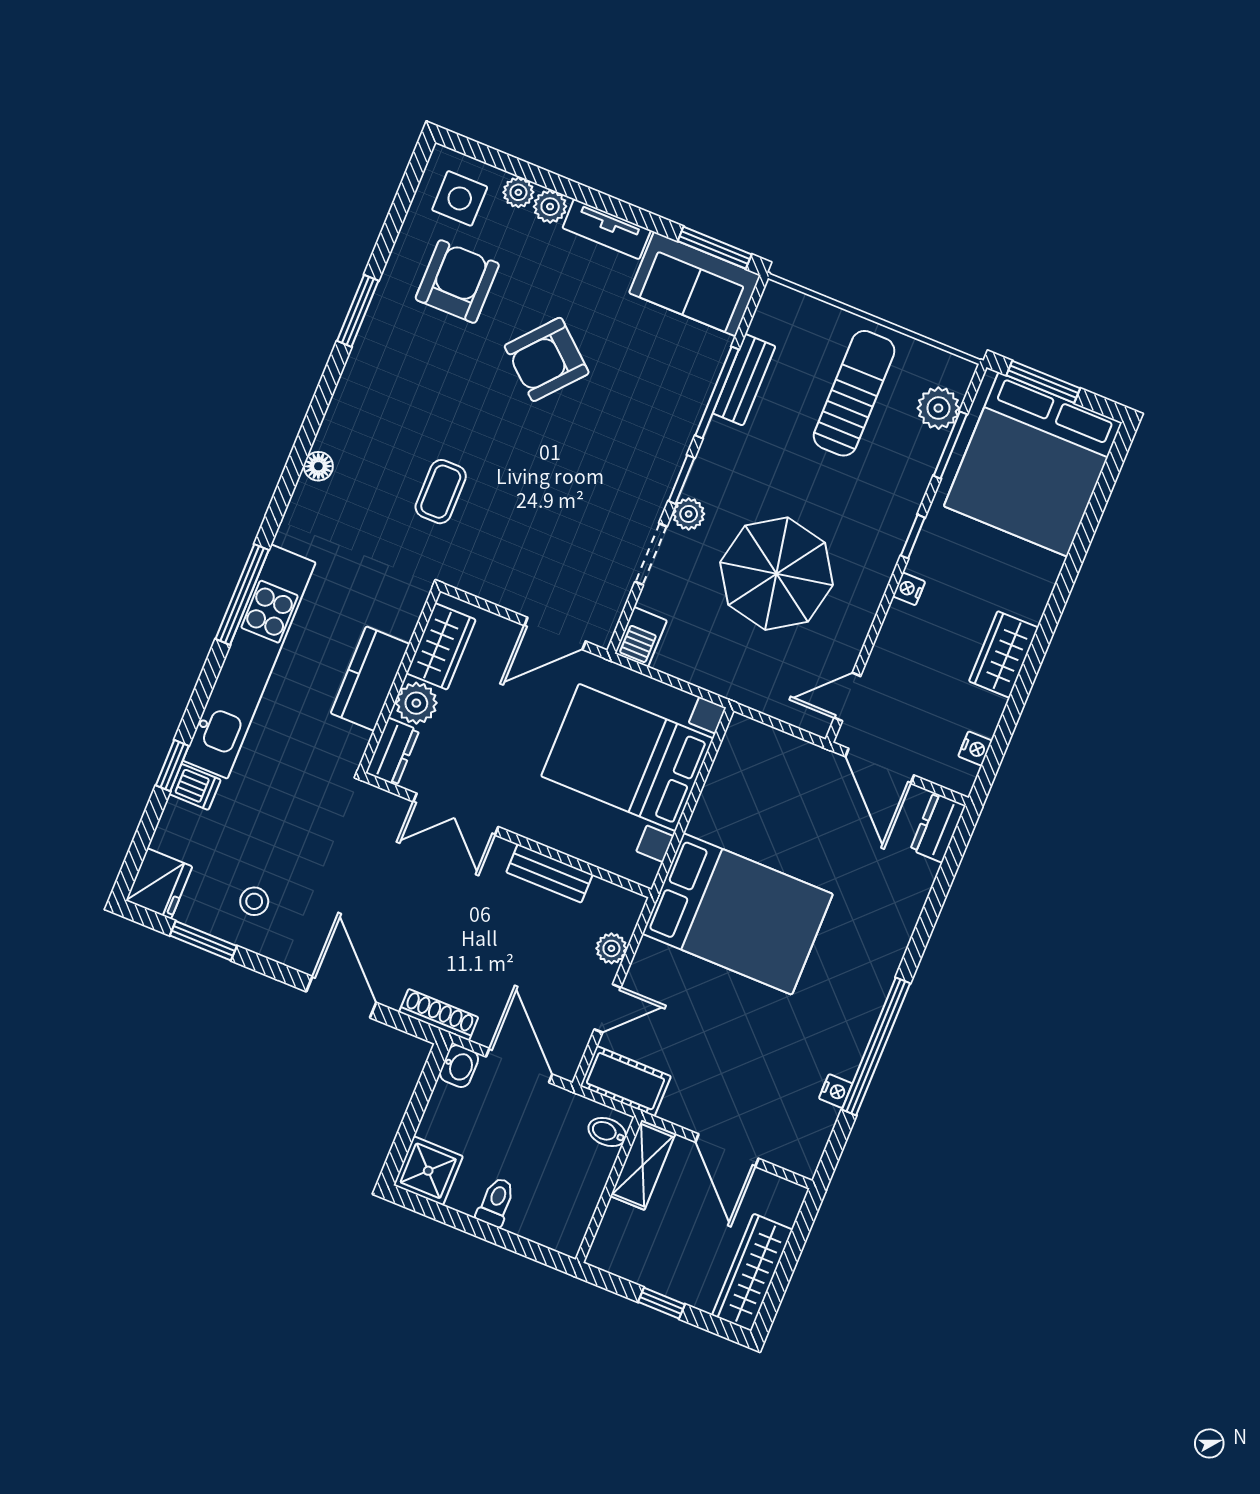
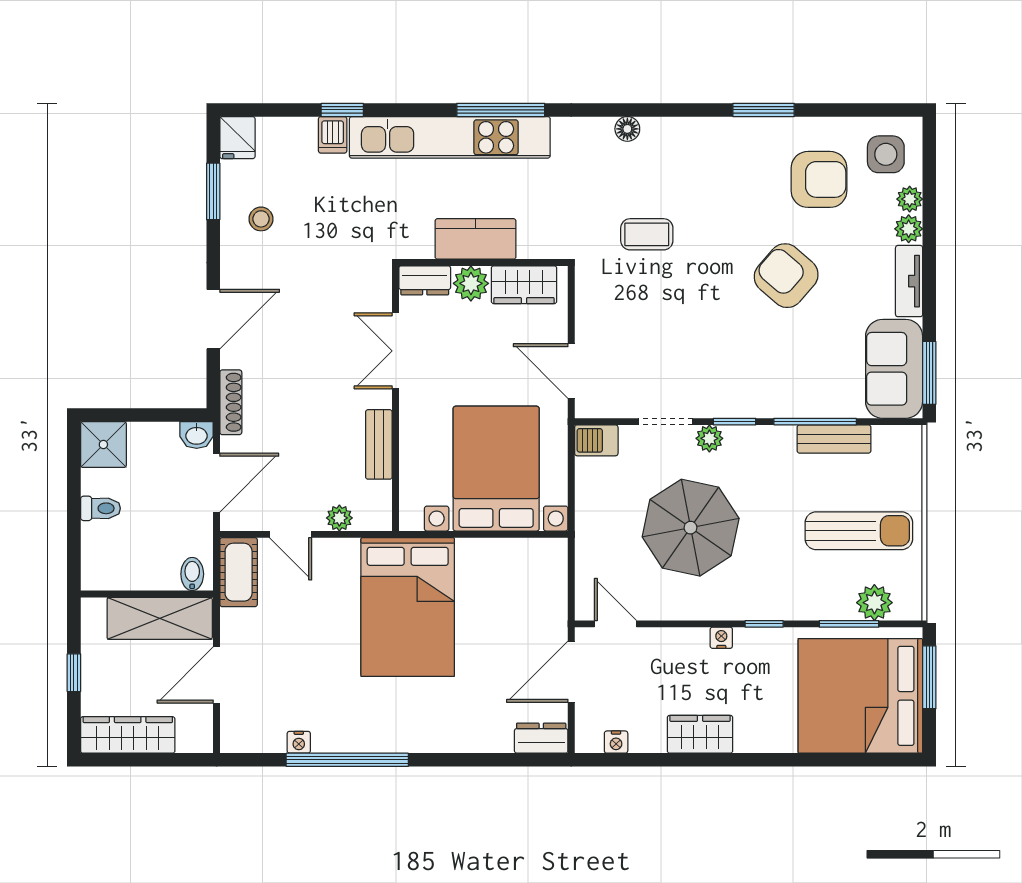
fridge: (159, 884) -> (237, 138), width x0.72
shelving: (643, 1165) -> (160, 618), width x1.50, depth x1.33

